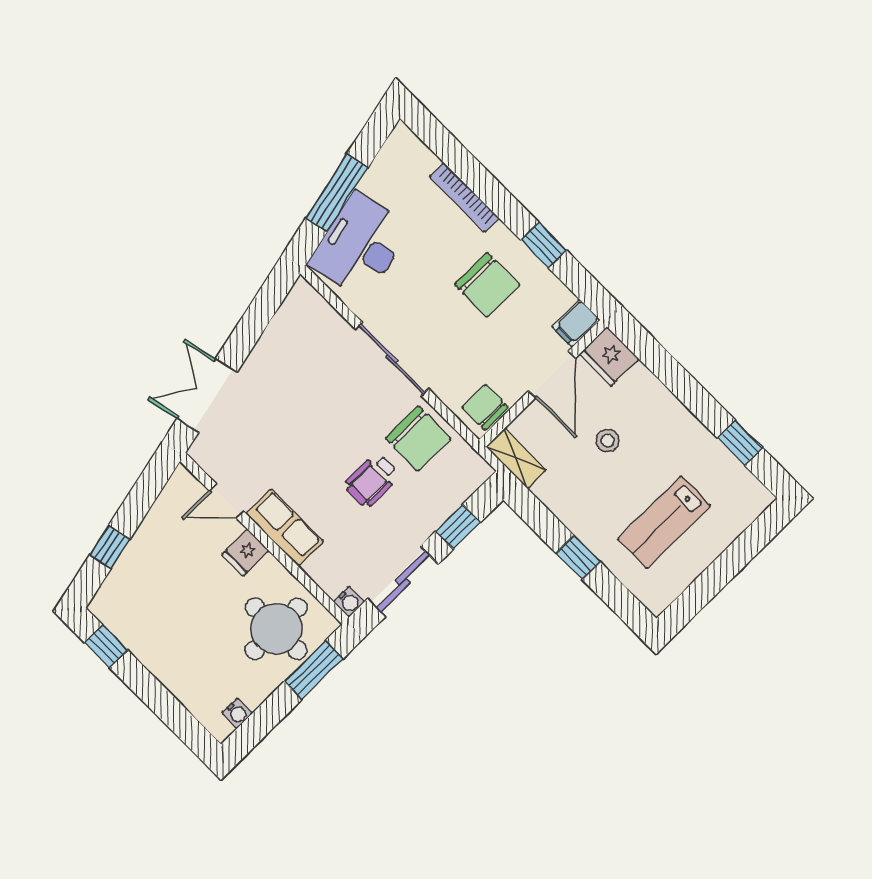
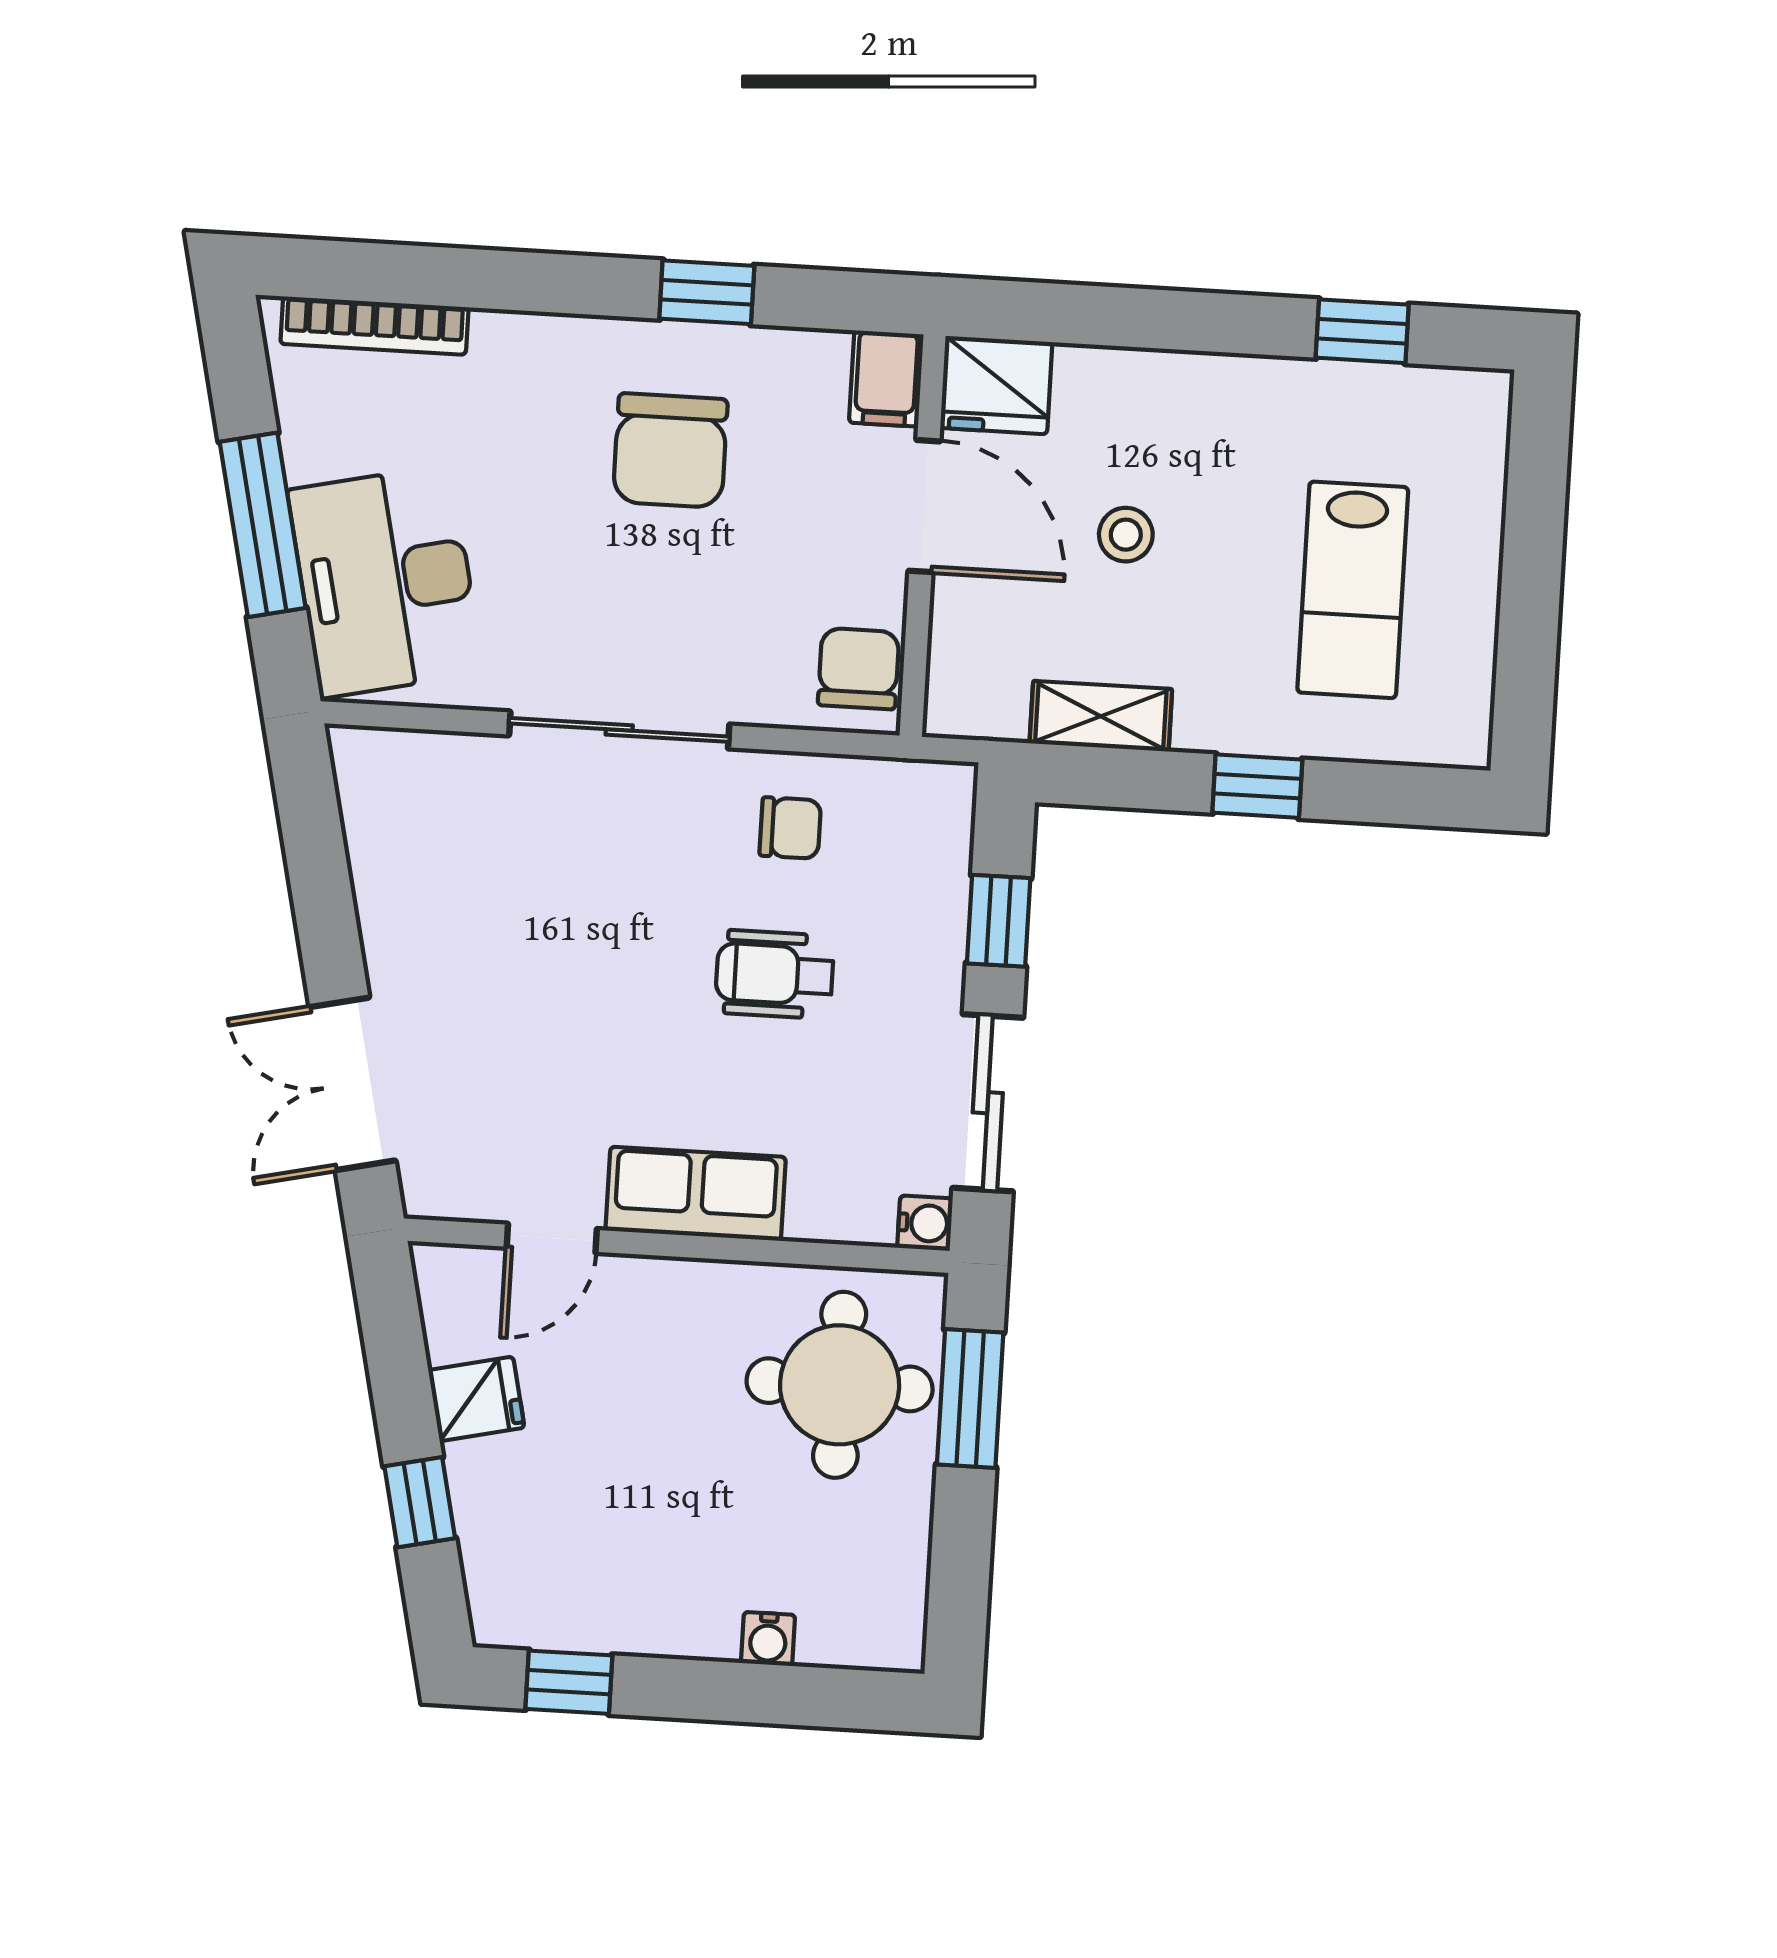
bookcase: (465, 197) -> (374, 326), moved
chair: (487, 285) -> (670, 451), turned 90
chair: (485, 407) -> (859, 669), turned 90
chair: (418, 438) -> (790, 828), width x0.54, depth x0.54
shelving: (516, 458) -> (1101, 716), moved
wheelchair: (372, 480) -> (774, 974), turned 90
fridge: (245, 553) -> (476, 1399), moved, turned -103
water cooler: (237, 713) -> (768, 1639), moved, turned 90

